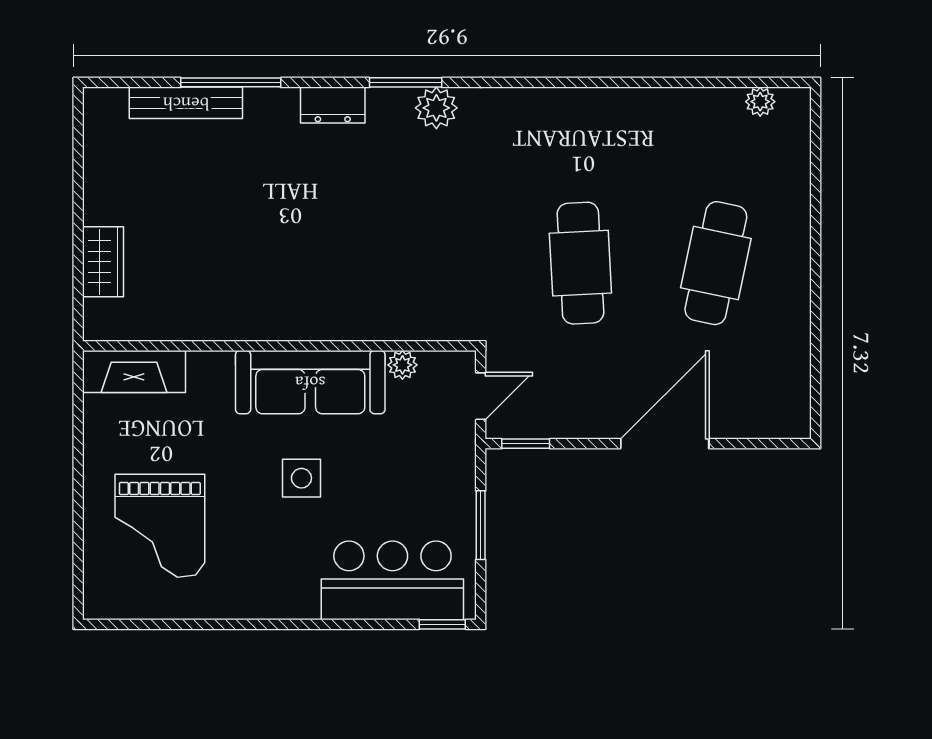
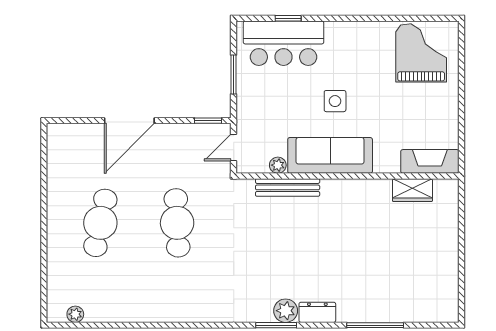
bench: (186, 103) -> (288, 187), moved
plant: (436, 108) -> (286, 311), moved
wardrobe: (103, 262) -> (412, 190), moved, turned -90
grand piano: (160, 526) -> (421, 53), moved
window: (442, 624) -> (288, 18), moved

